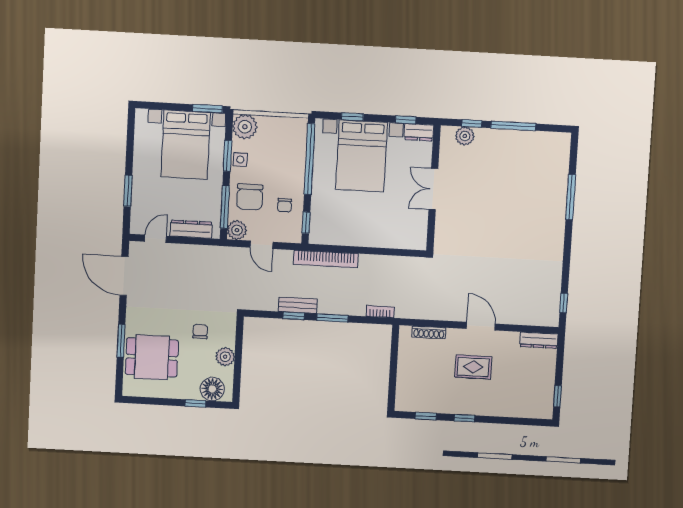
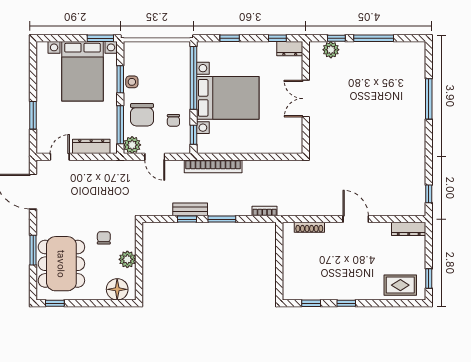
plant: (245, 127) -> (134, 52), removed
bed with nightstands: (361, 156) -> (228, 98), moved, turned -90
dining table: (152, 357) -> (61, 264), width x1.38
rug: (473, 367) -> (400, 285), moved
window: (196, 403) -> (55, 303), moved

